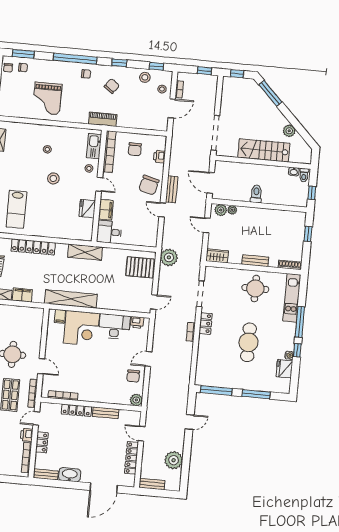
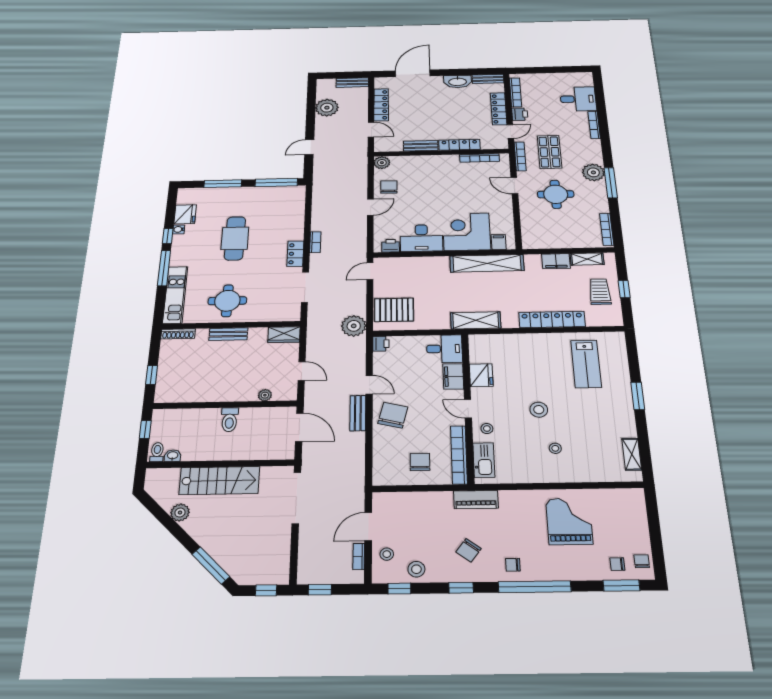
printer: (159, 157) -> (381, 344), moved
lab bench: (16, 209) -> (586, 364), turned 180
plant: (221, 210) -> (282, 393), removed
locker: (42, 442) -> (499, 109), width x1.53

